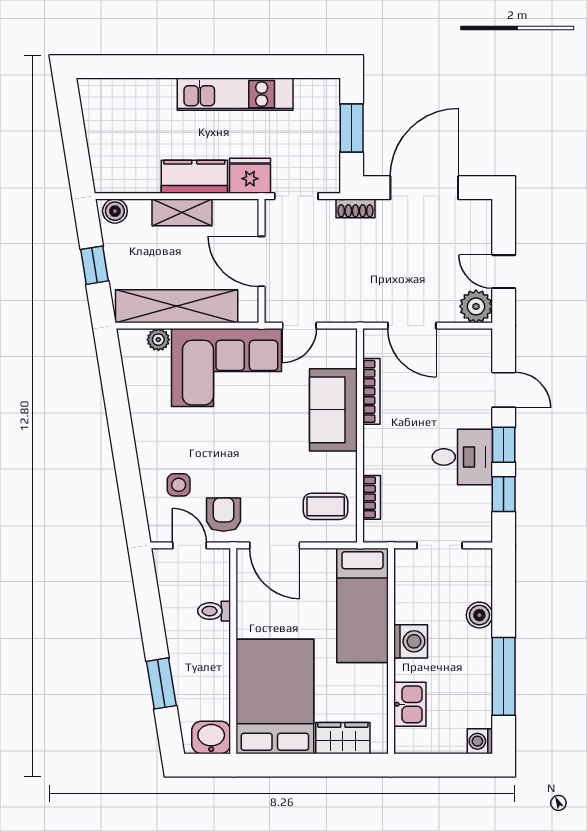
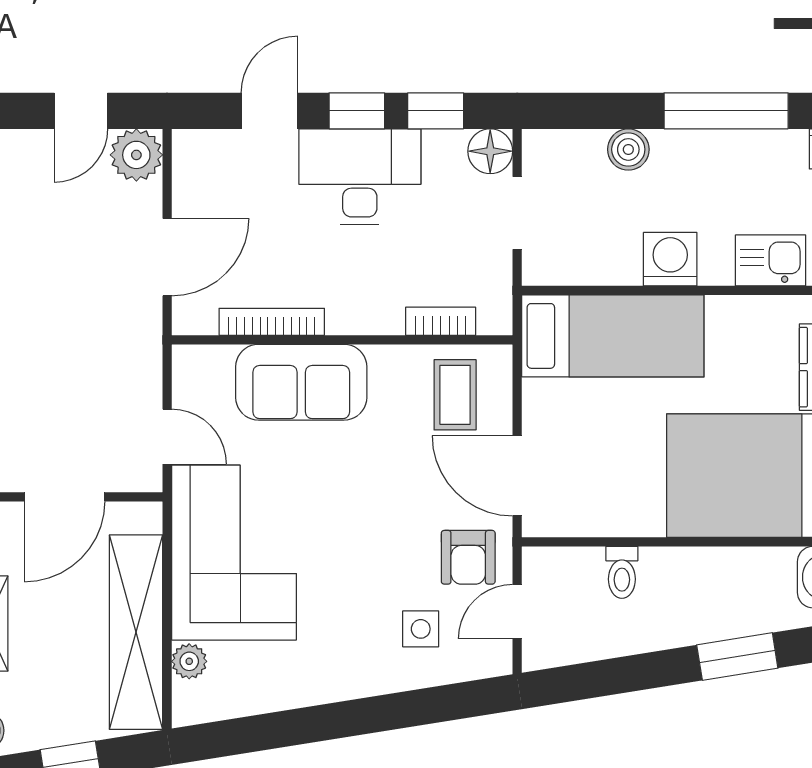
desk: (462, 457) -> (360, 177), width x1.37
armchair: (224, 515) -> (468, 557), turned -90
floor lamp: (478, 528) -> (490, 151), added
door: (275, 545) -> (517, 476), swing flipped

